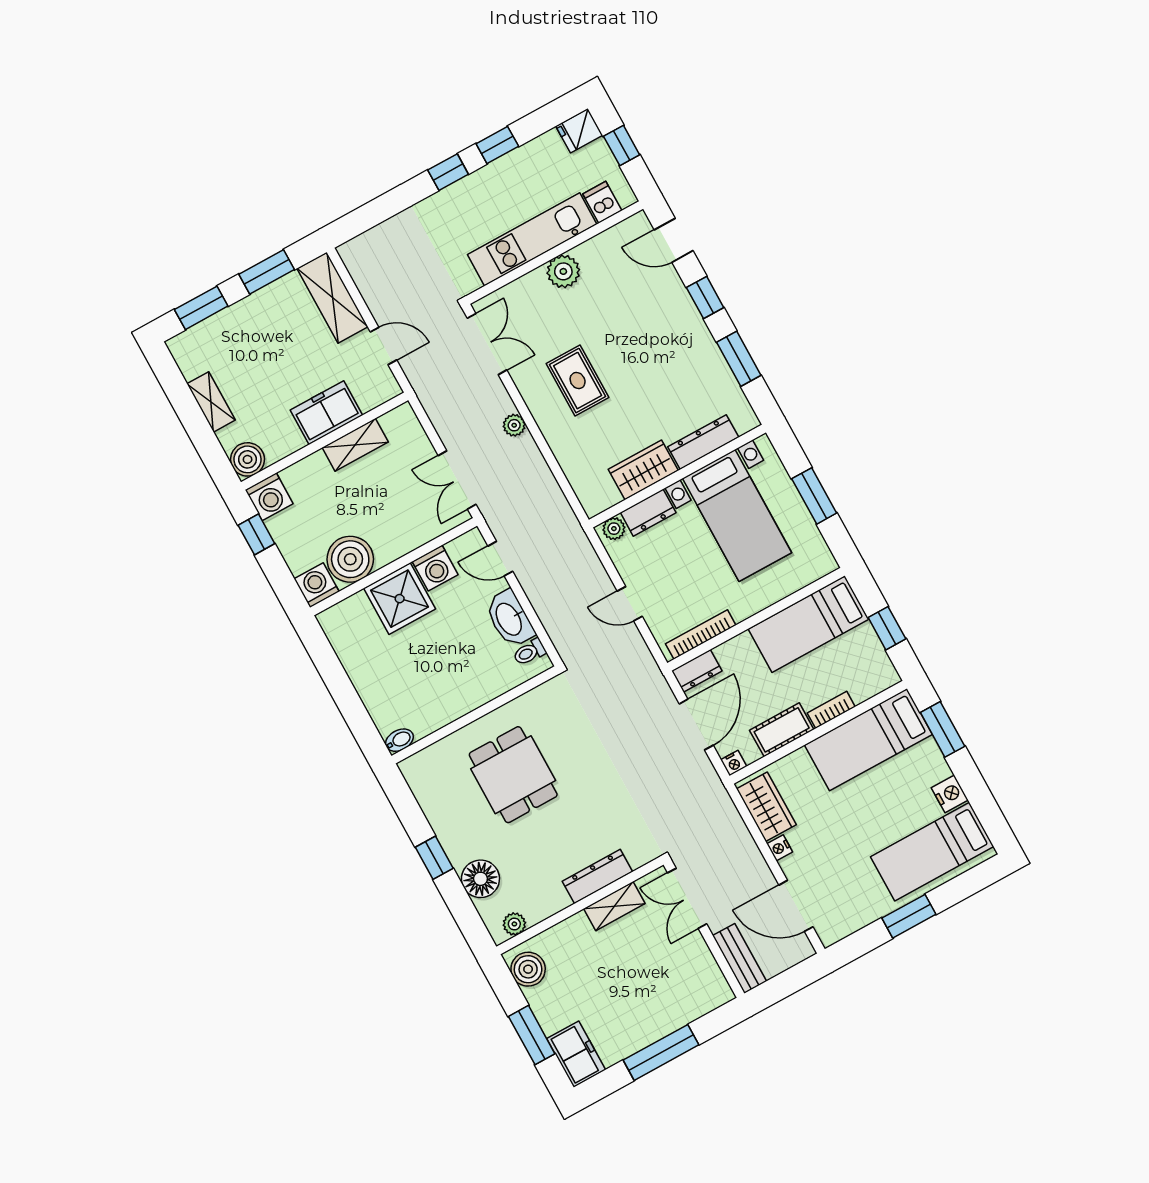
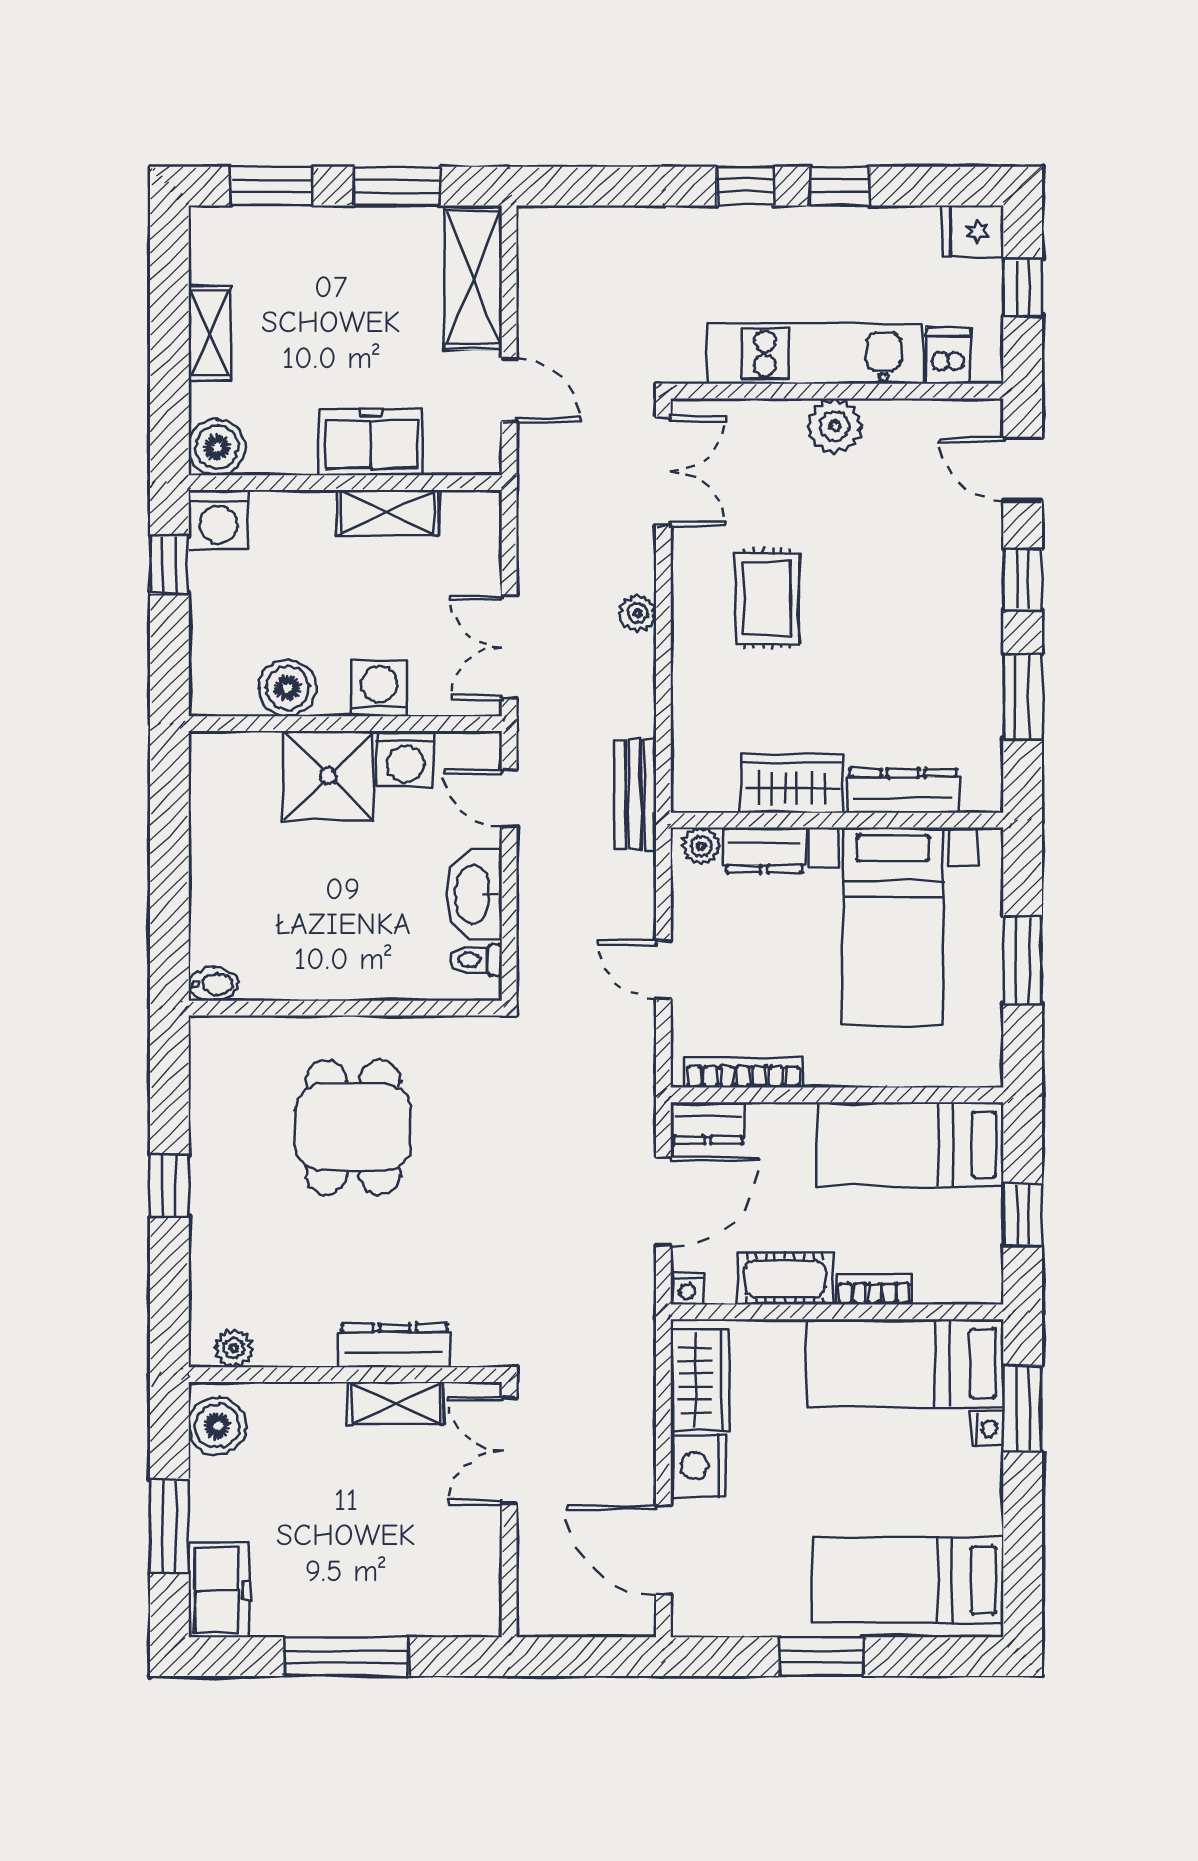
boiler: (350, 559) -> (287, 688), width x0.73, depth x0.73
washing machine: (316, 585) -> (379, 688), moved
nightstand: (950, 794) -> (987, 1429), moved, width x0.72, depth x0.74
nightstand: (780, 848) -> (699, 1466), width x1.89, depth x1.79
floor lamp: (480, 879) -> (220, 1254), removed
bench: (739, 958) -> (635, 794), moved

